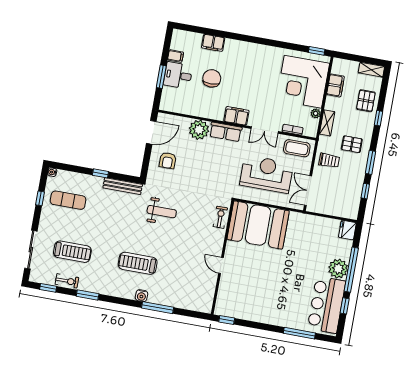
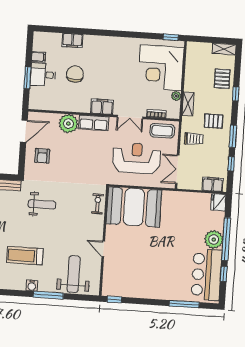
filing cabinet: (335, 85) -> (213, 184), moved, turned -90
weight bench: (187, 289) -> (74, 274), added

